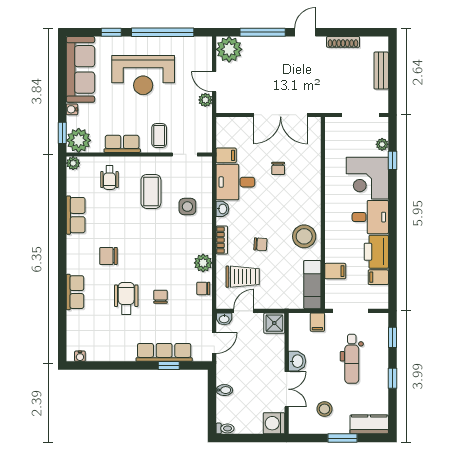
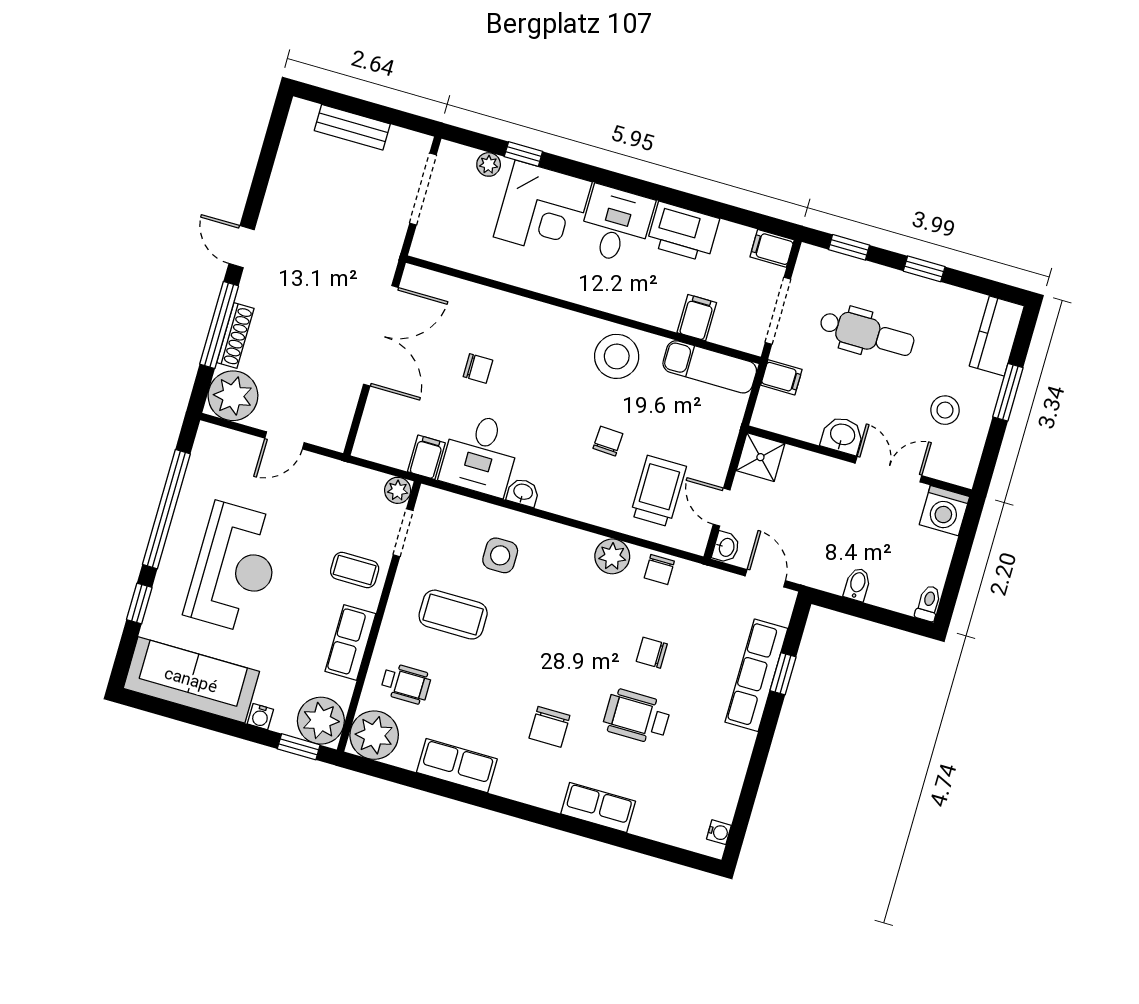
shoe rack: (343, 42) -> (235, 336), moved
plant: (205, 100) -> (398, 490), moved
plant: (73, 163) -> (374, 735), width x1.87, depth x1.87
bookcase: (222, 240) -> (580, 510), removed
filing cabinet: (378, 277) -> (772, 248), moved, turned 90

